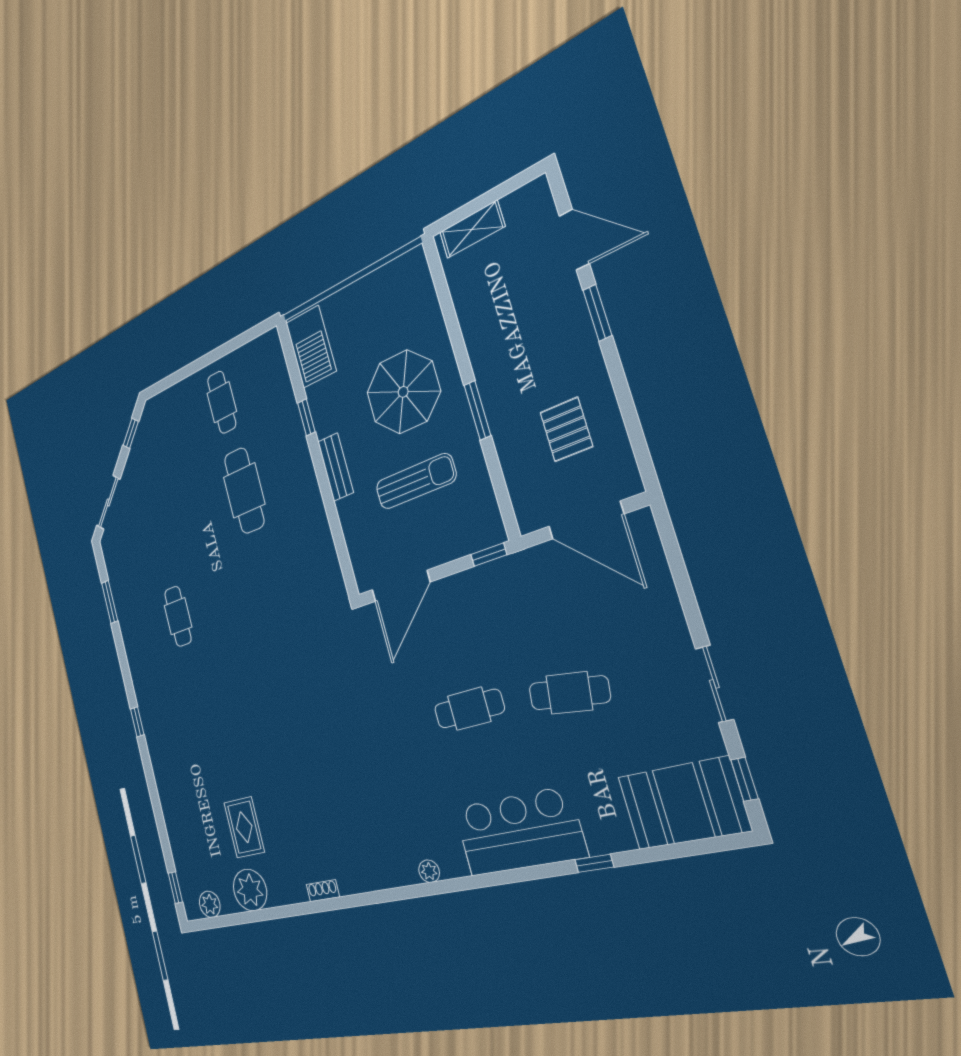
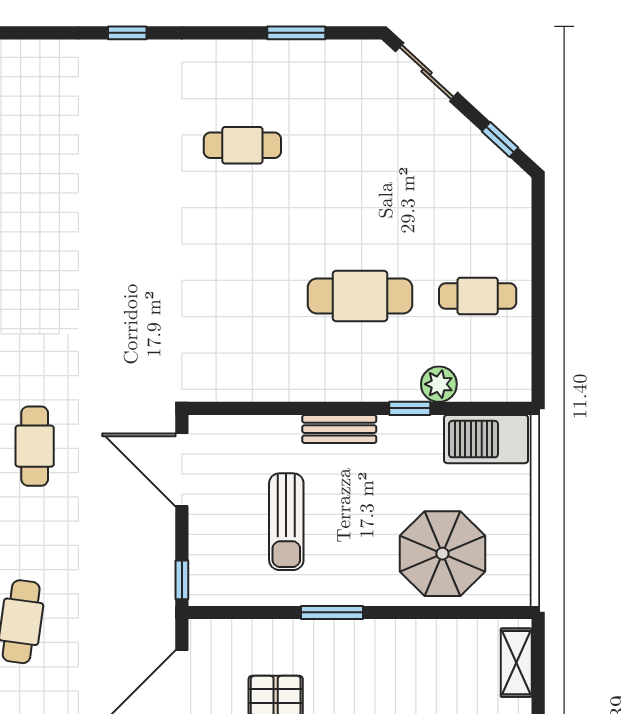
parasol: (403, 392) -> (442, 554), moved
plant: (284, 403) -> (439, 384), added
cafe table: (469, 709) -> (35, 446), moved

